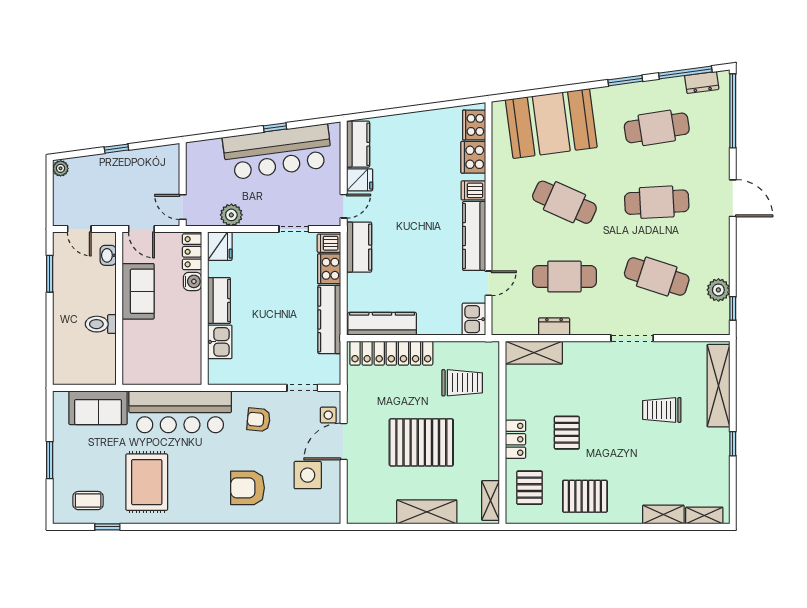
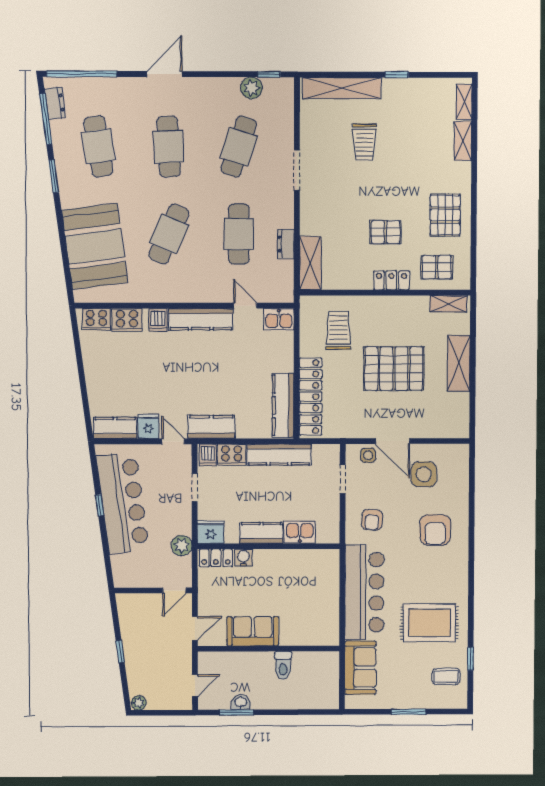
fridge: (220, 246) -> (211, 532), moved
locker: (192, 252) -> (216, 558), moved
washbasin: (108, 255) -> (241, 702), moved, turned 180
water cooler: (192, 281) -> (243, 557), moved
kitchen counter: (219, 301) -> (261, 533), moved
wall: (205, 308) -> (269, 546), moved
kitchen sink: (220, 342) -> (300, 532), moved
pallet: (421, 442) -> (394, 369), turned 90
coffee table: (88, 501) -> (446, 676), turned 90

